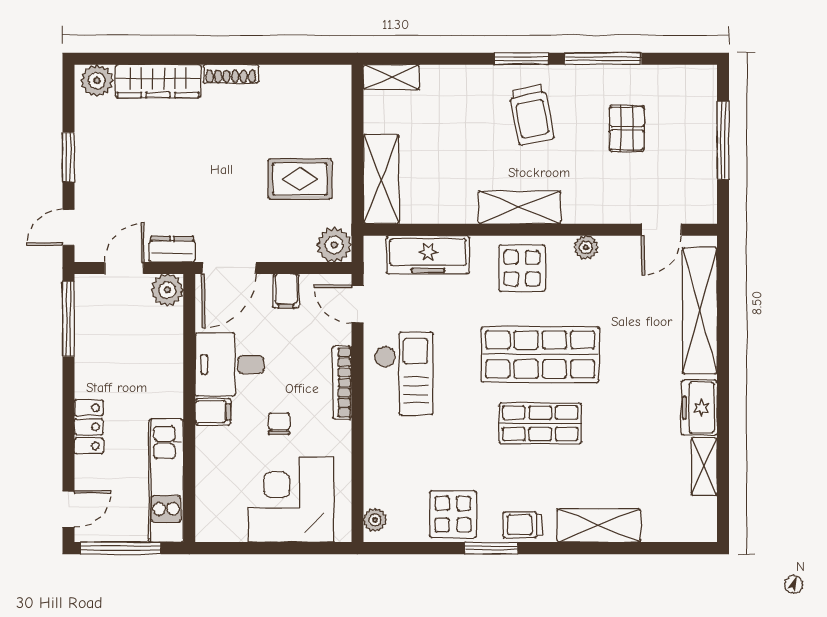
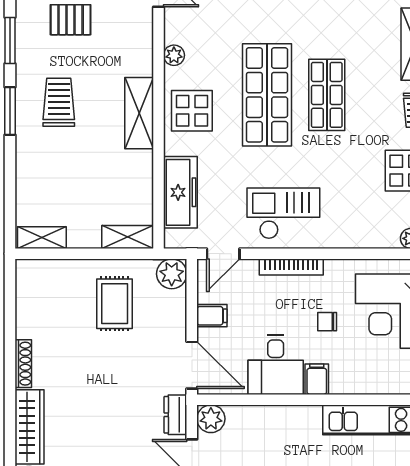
window: (603, 59) -> (10, 40), width x0.69
shelving: (391, 77) -> (42, 238), moved, turned 90
trolley: (532, 115) -> (59, 102), turned -79
shelving: (381, 179) -> (128, 237), width x0.67, depth x0.75

